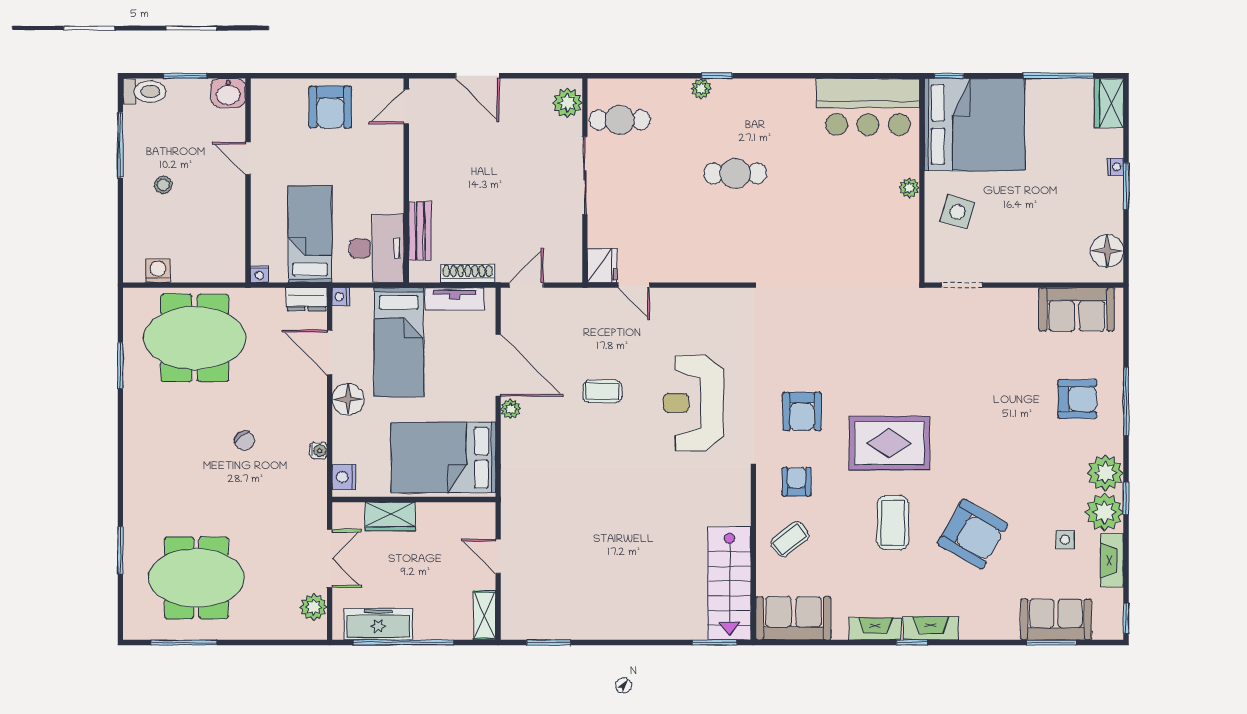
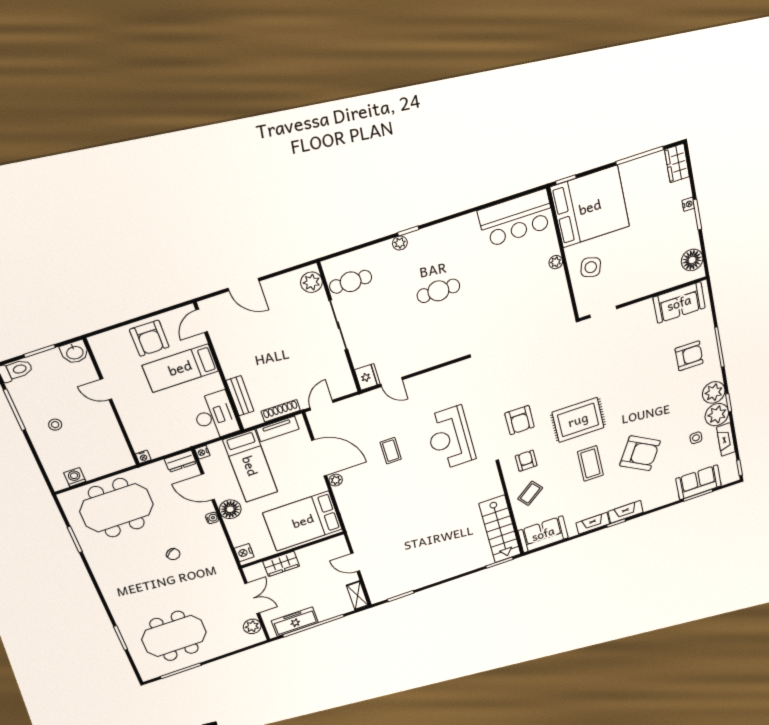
bed: (310, 234) -> (180, 368), moved, turned -90
coffee table: (603, 391) -> (391, 451), turned 90
water cooler: (318, 451) -> (212, 518), moved

